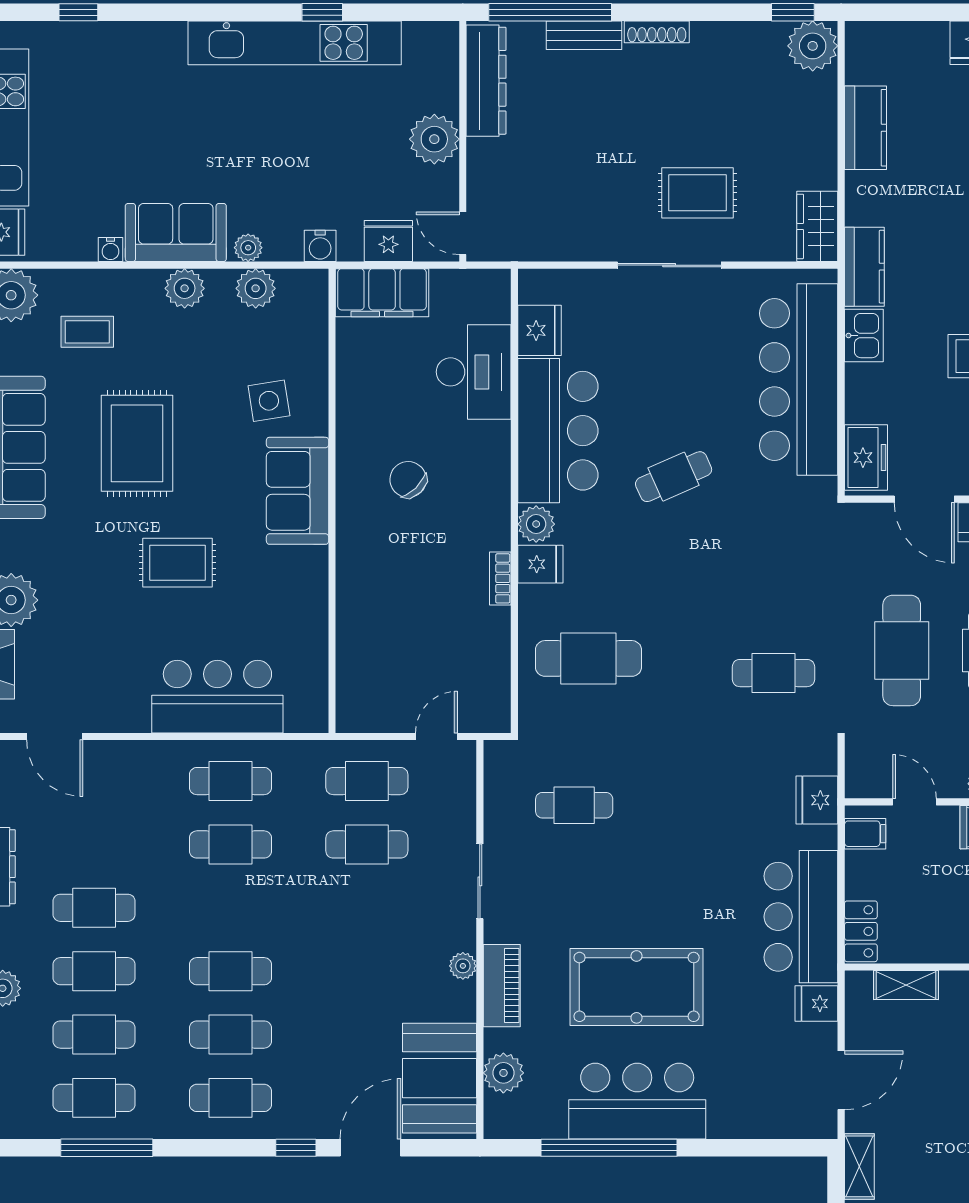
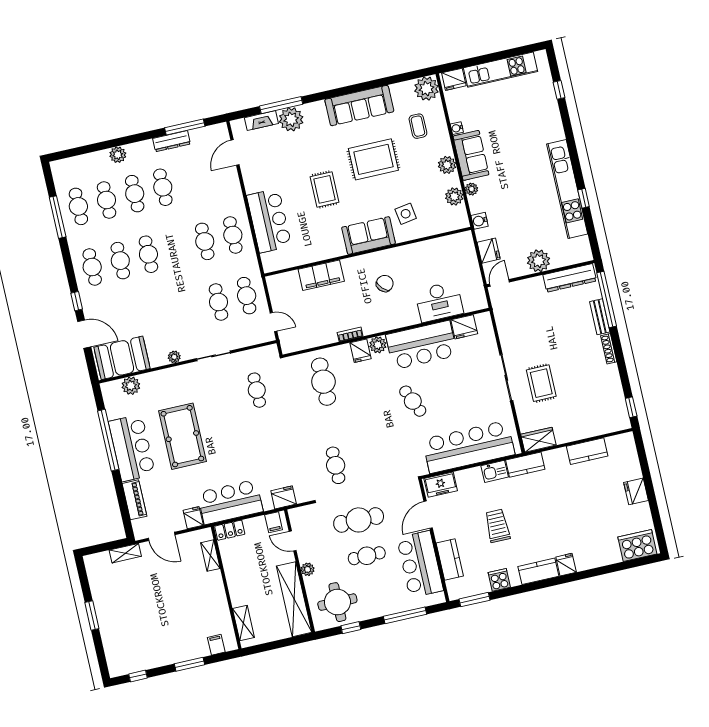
plant: (813, 46) -> (618, 419), removed
filing cabinet: (382, 293) -> (321, 275), moved, turned -90
door: (915, 802) -> (293, 541), swing flipped
piano: (502, 986) -> (134, 500), moved, turned -90

